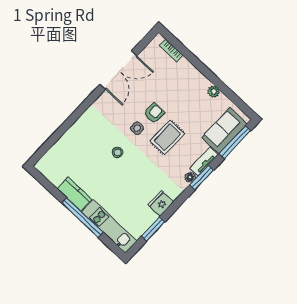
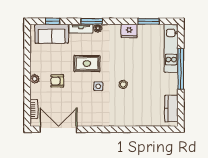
double door: (118, 70) -> (58, 129), moved
plant: (214, 92) -> (35, 79), moved
armchair: (154, 113) -> (57, 81), moved
window: (235, 142) -> (53, 21), width x0.46
kitchen counter: (74, 194) -> (171, 109), moved

